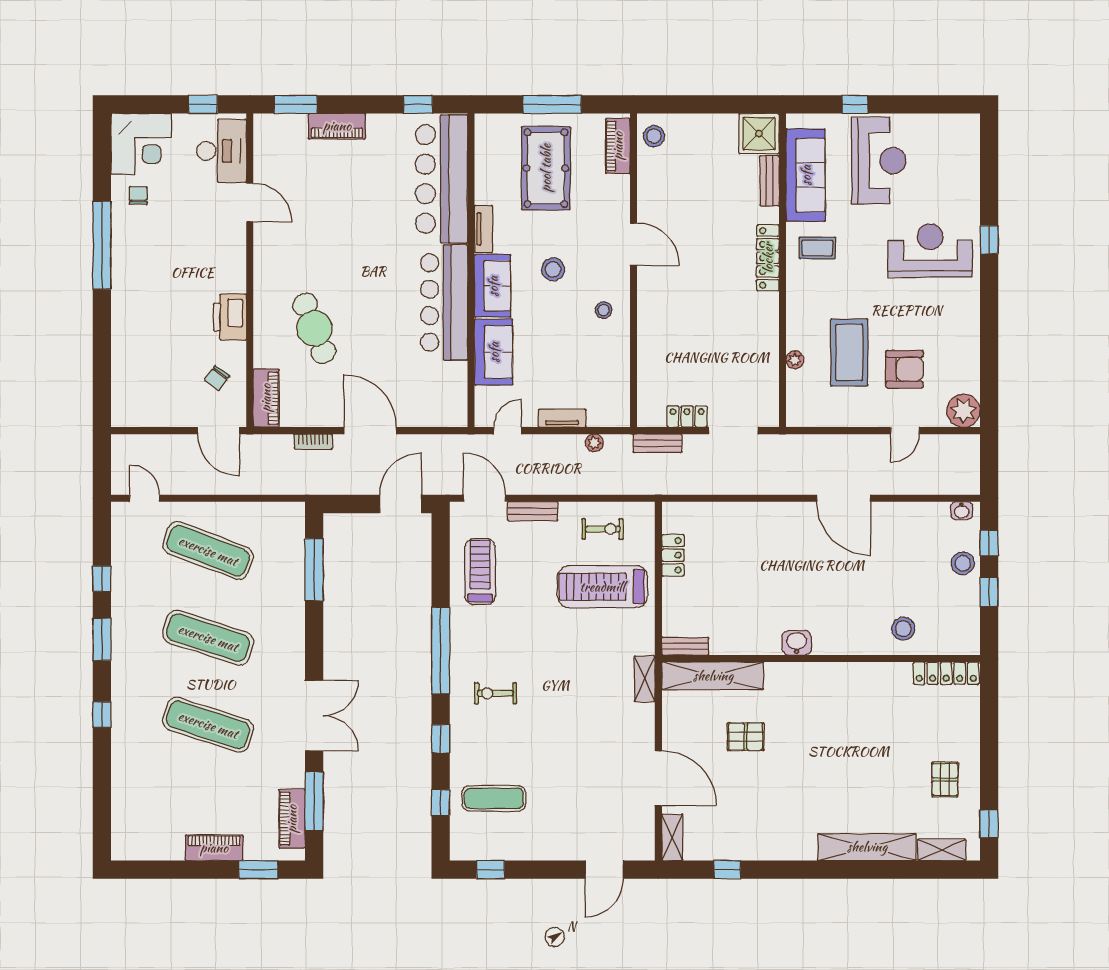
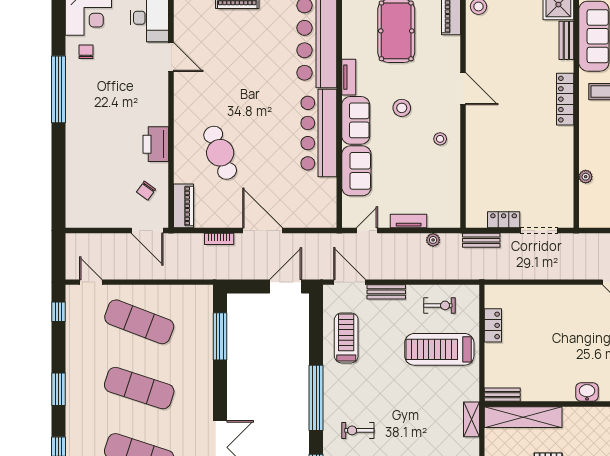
window: (102, 579) -> (58, 312), moved

